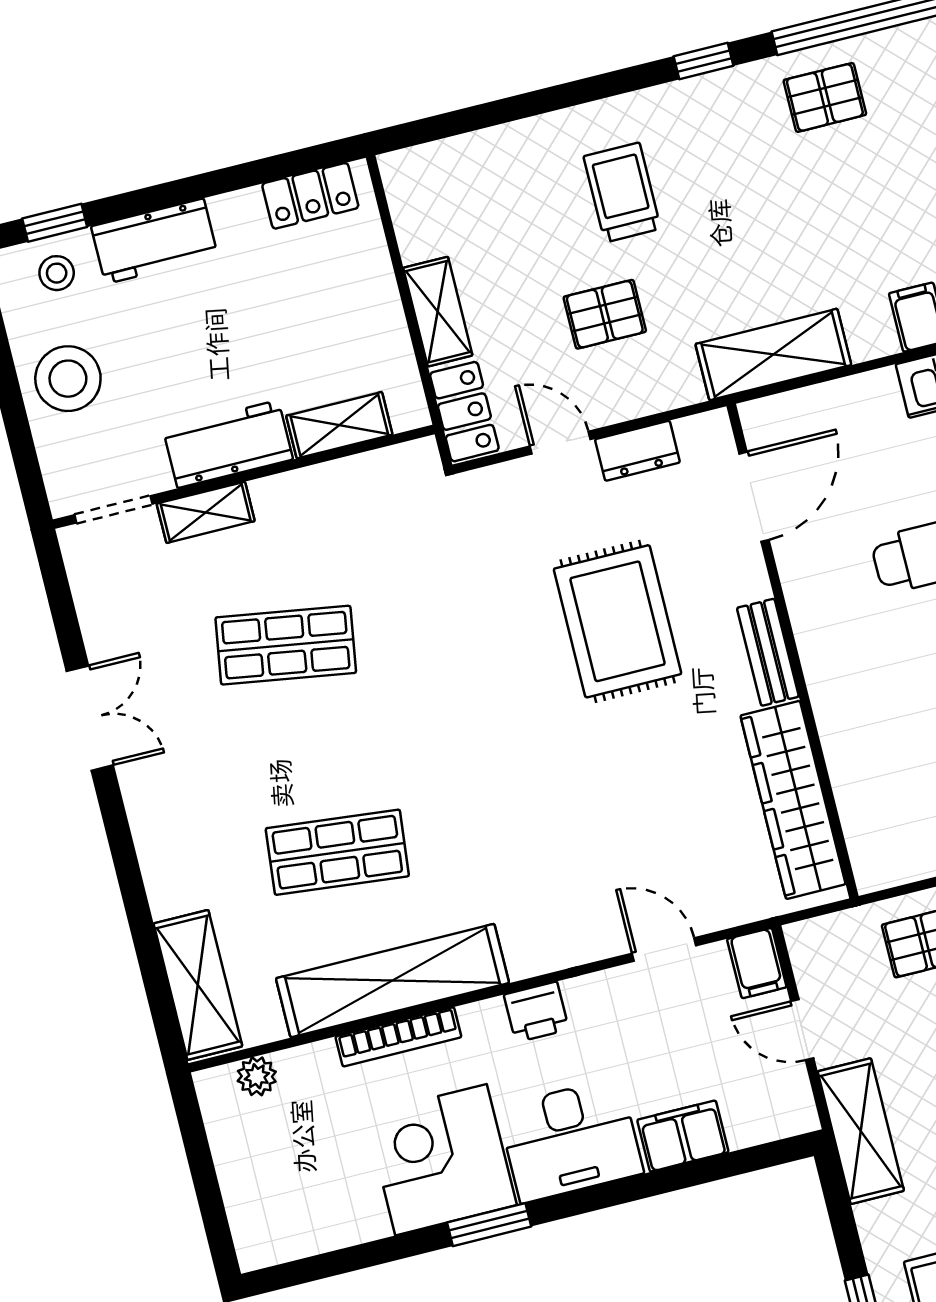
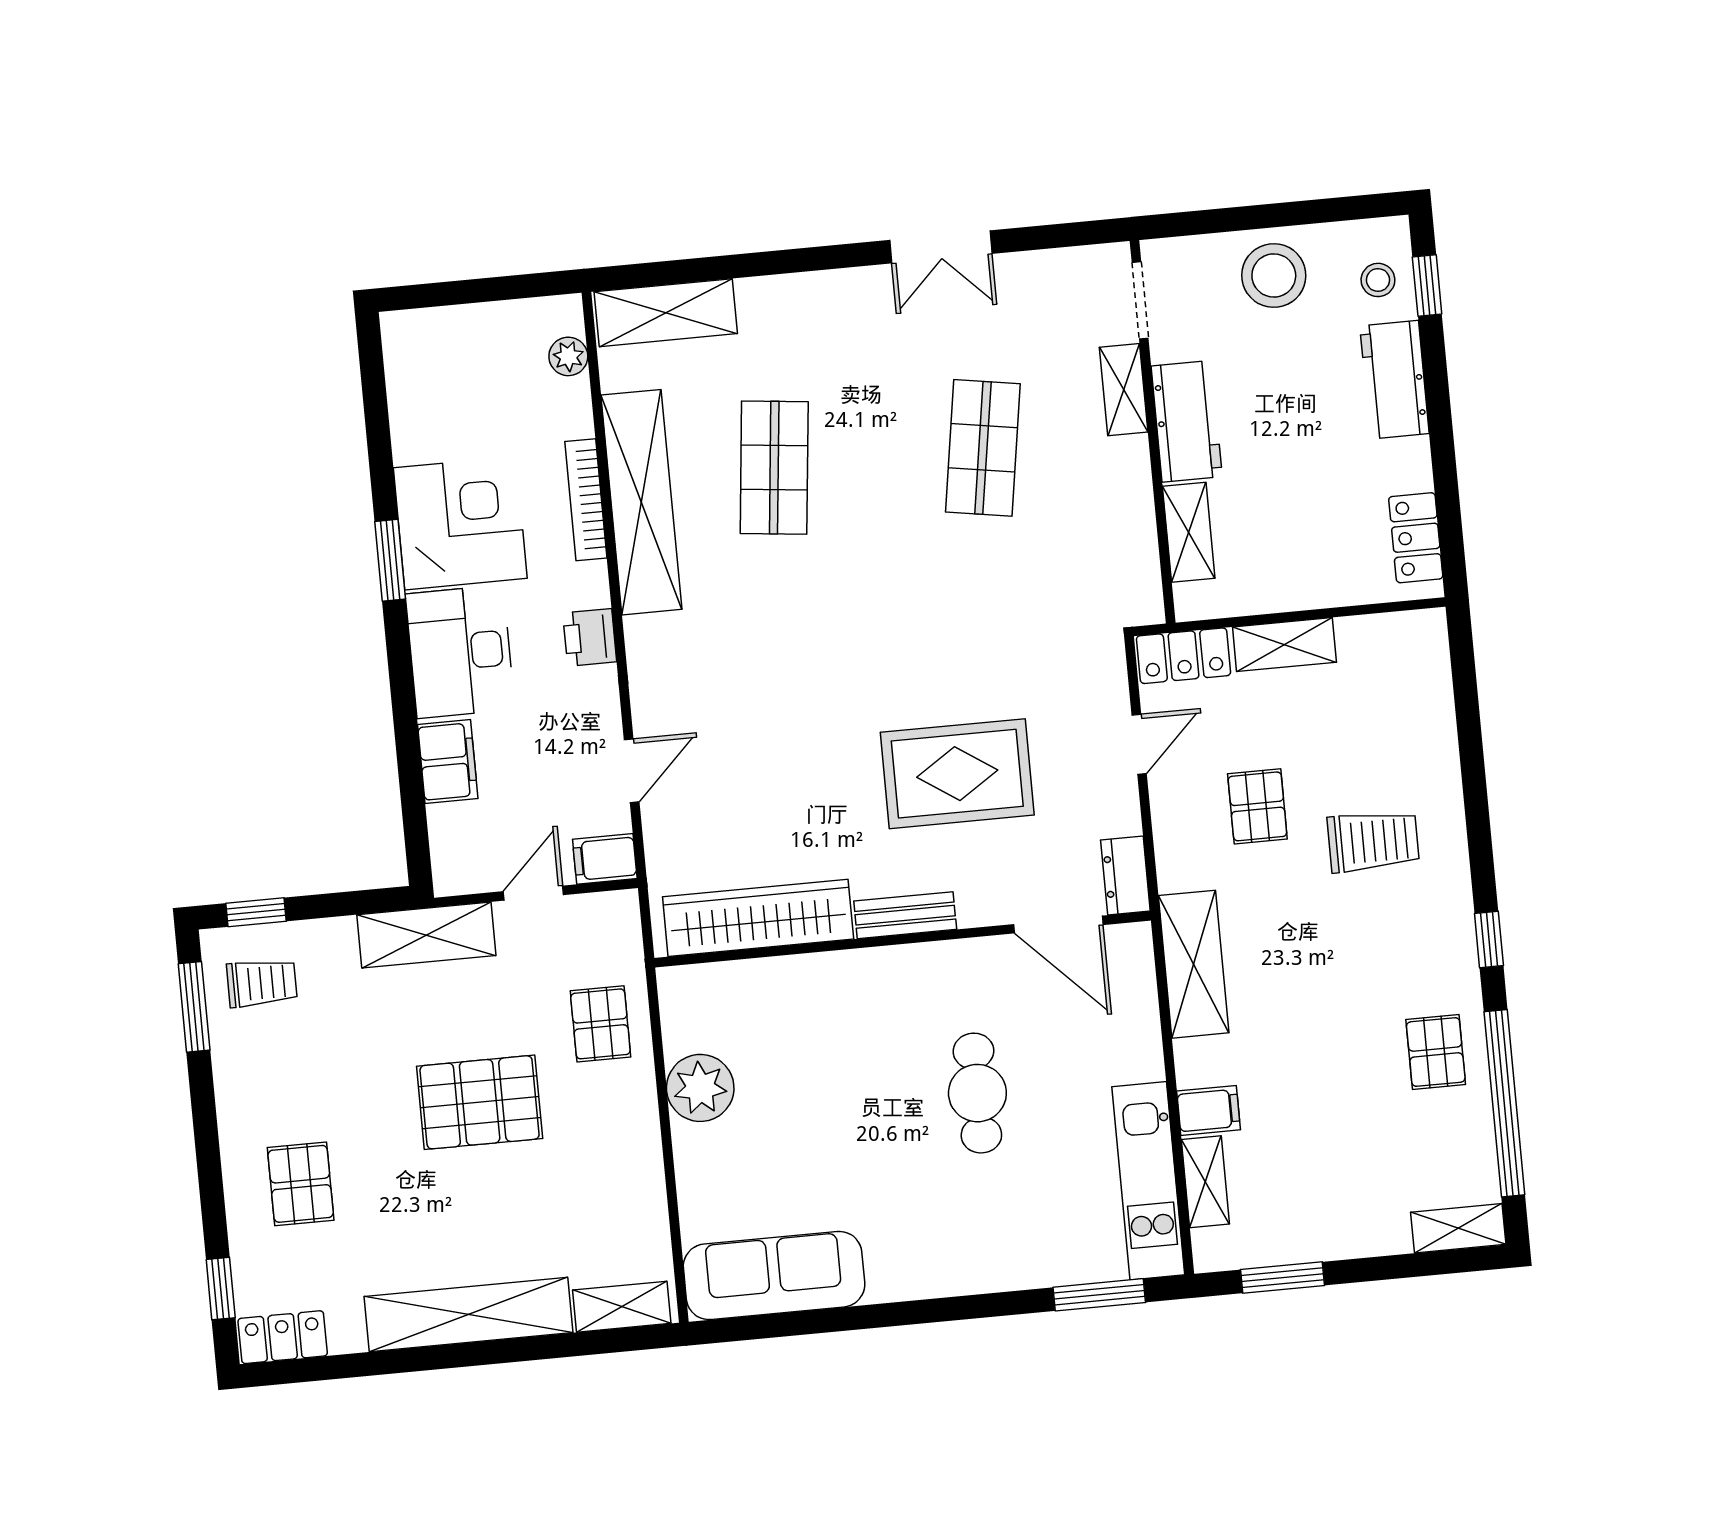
dresser: (637, 451) -> (1125, 875), moved

